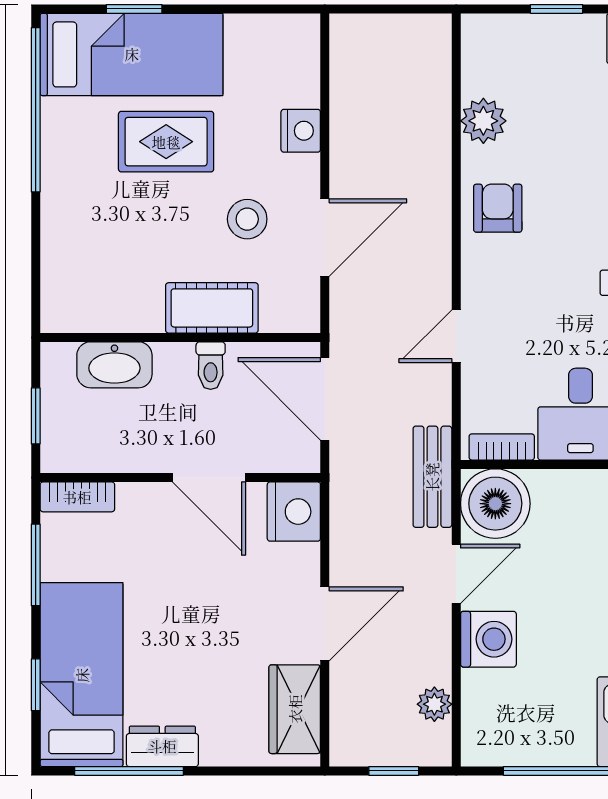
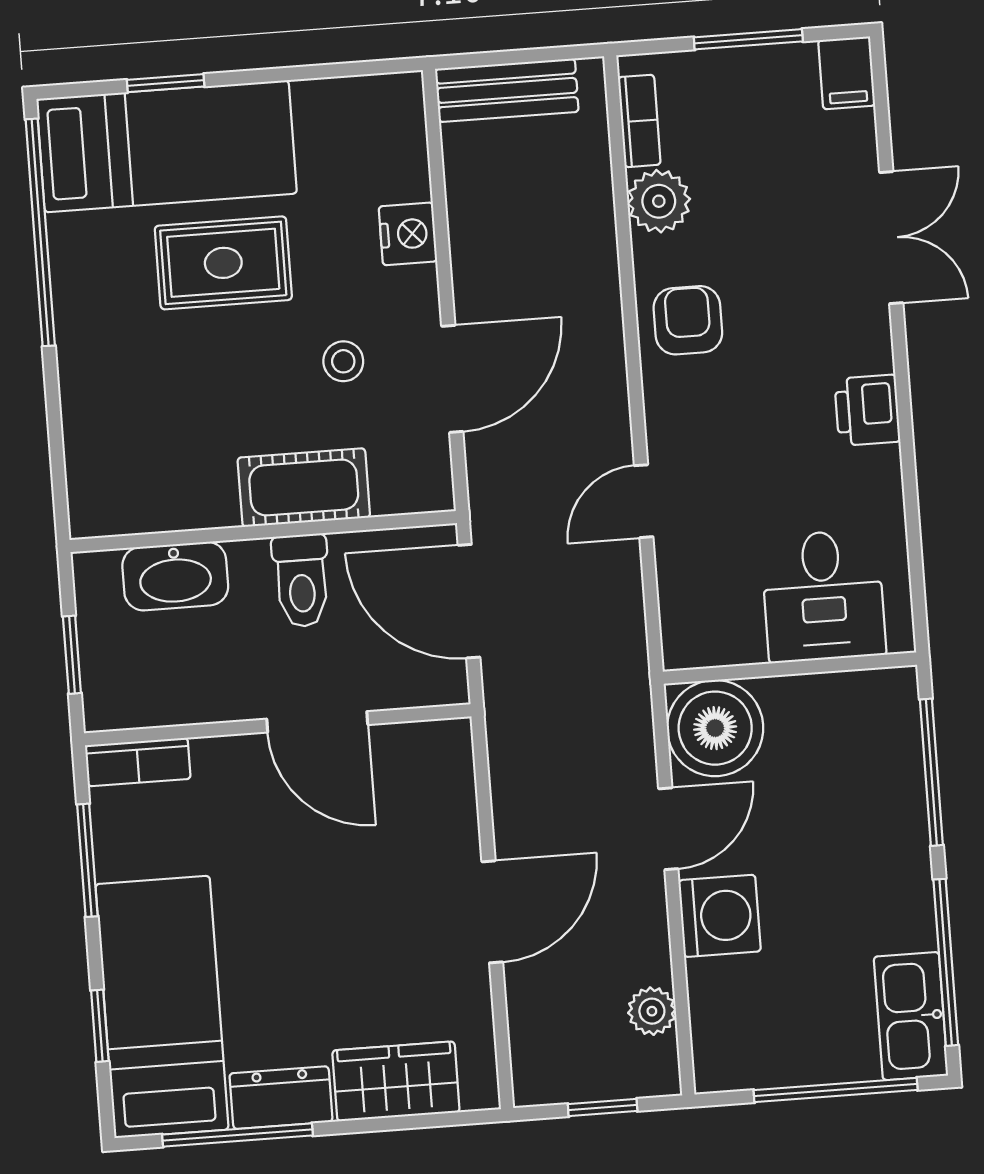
window: (557, 9) -> (748, 39), width x1.50
stool: (247, 219) -> (343, 361), width x0.73, depth x0.73
toilet: (211, 366) -> (301, 581), width x1.37, depth x1.39
bookcase: (502, 447) -> (639, 121), moved, turned 90
bench: (432, 477) -> (507, 90), moved, turned 90
nightstand: (294, 512) -> (438, 760), removed
wardrobe: (295, 709) -> (396, 1081), moved, turned 90

